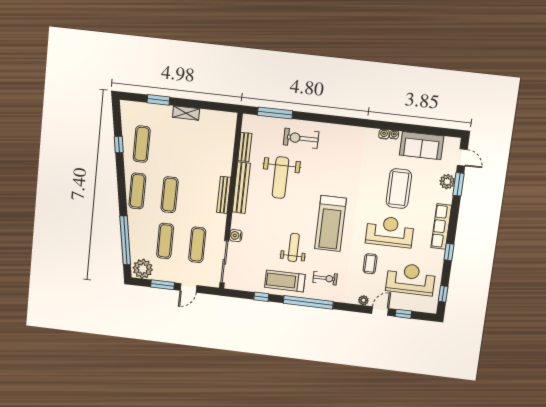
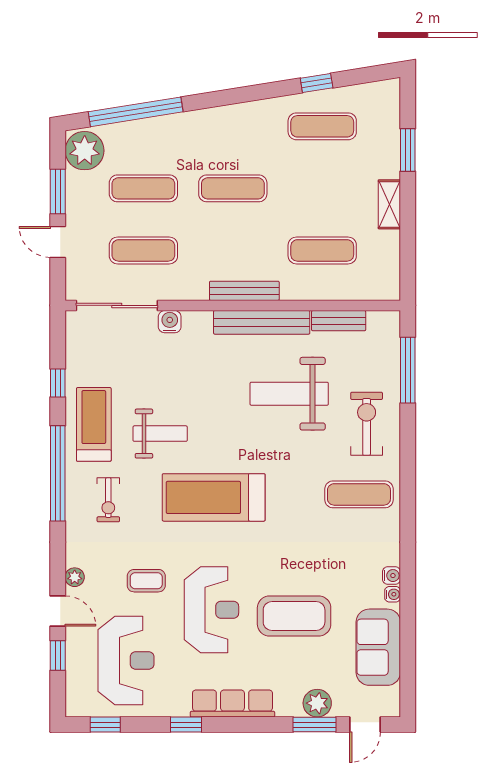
exercise mat: (338, 147) -> (359, 494), added
exercise mat: (137, 191) -> (322, 250), moved

